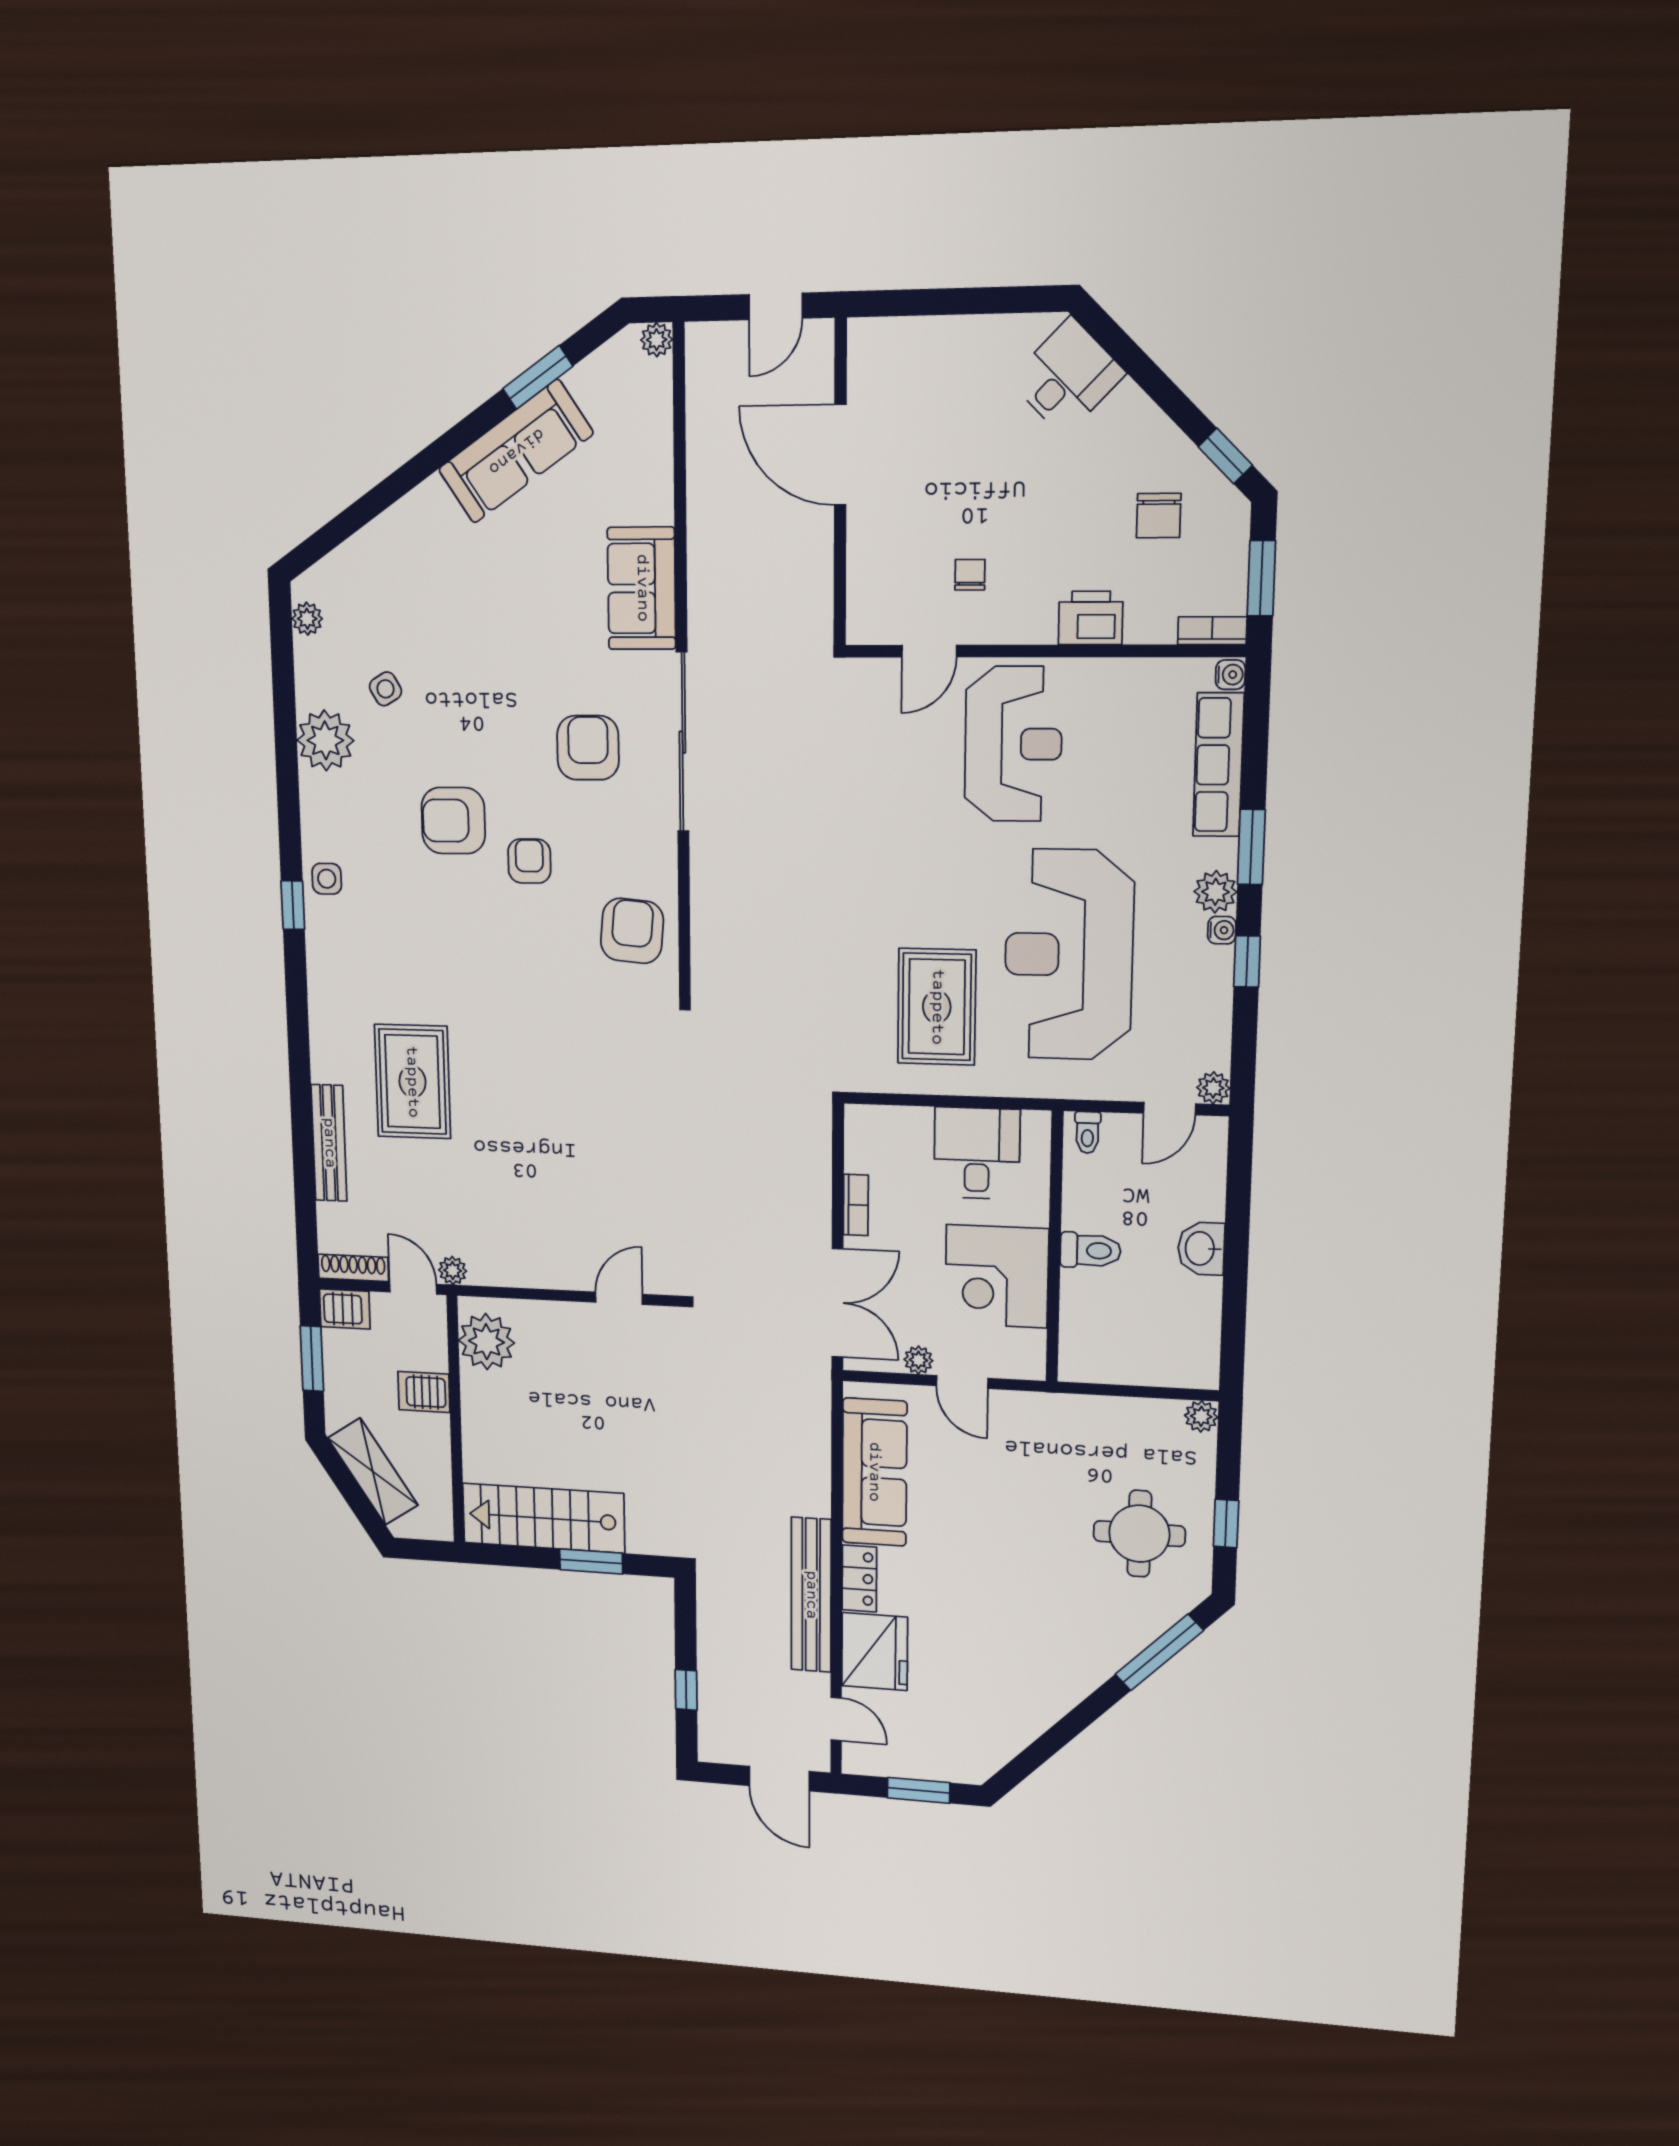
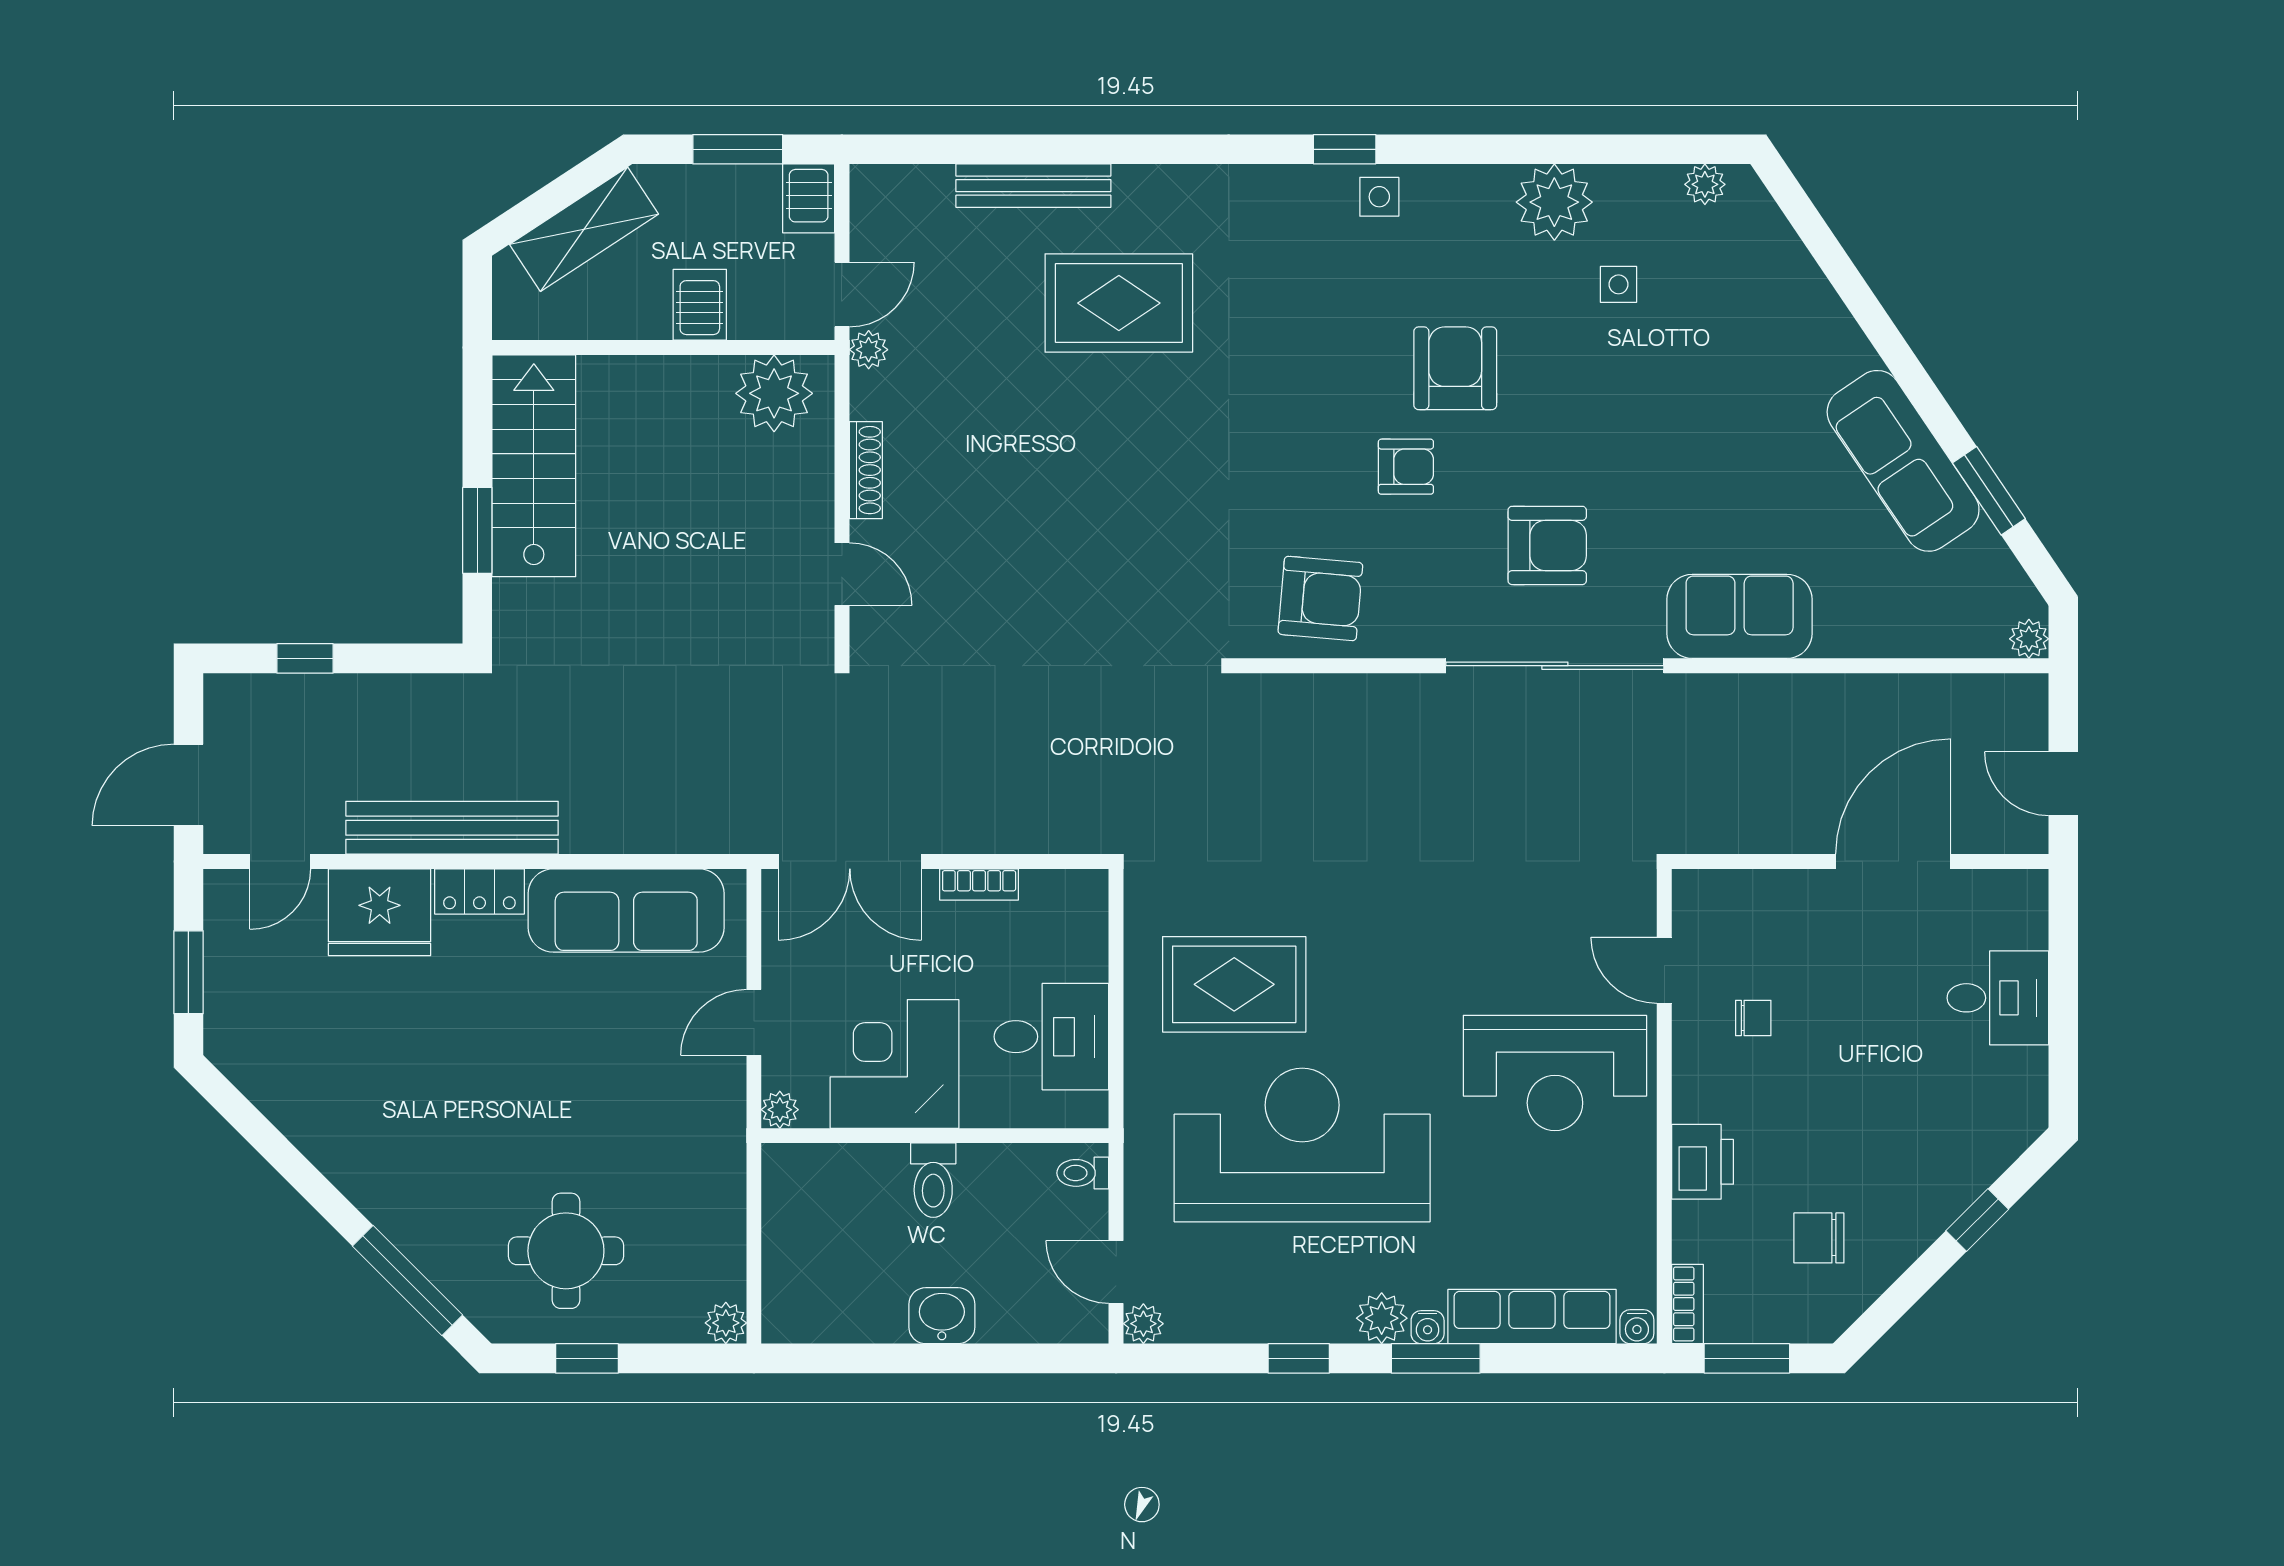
desk: (1067, 377) -> (1998, 998), moved, turned -45
window: (1225, 456) -> (1977, 1220), moved
side table: (385, 689) -> (1619, 284), turned 30
water cooler: (1222, 930) -> (1428, 1327), moved
shoe rack: (353, 1268) -> (866, 470), moved
plant: (918, 1360) -> (780, 1110), moved

